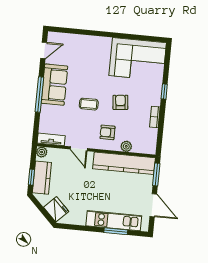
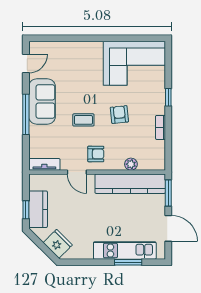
armchair: (107, 132) -> (96, 154), moved, turned 180
plant: (42, 152) -> (35, 180), removed

